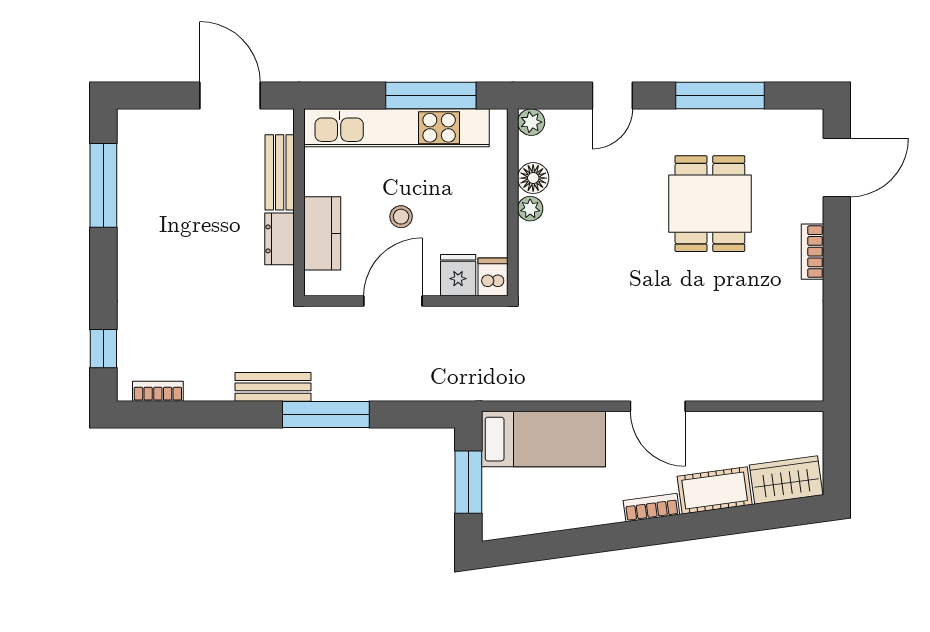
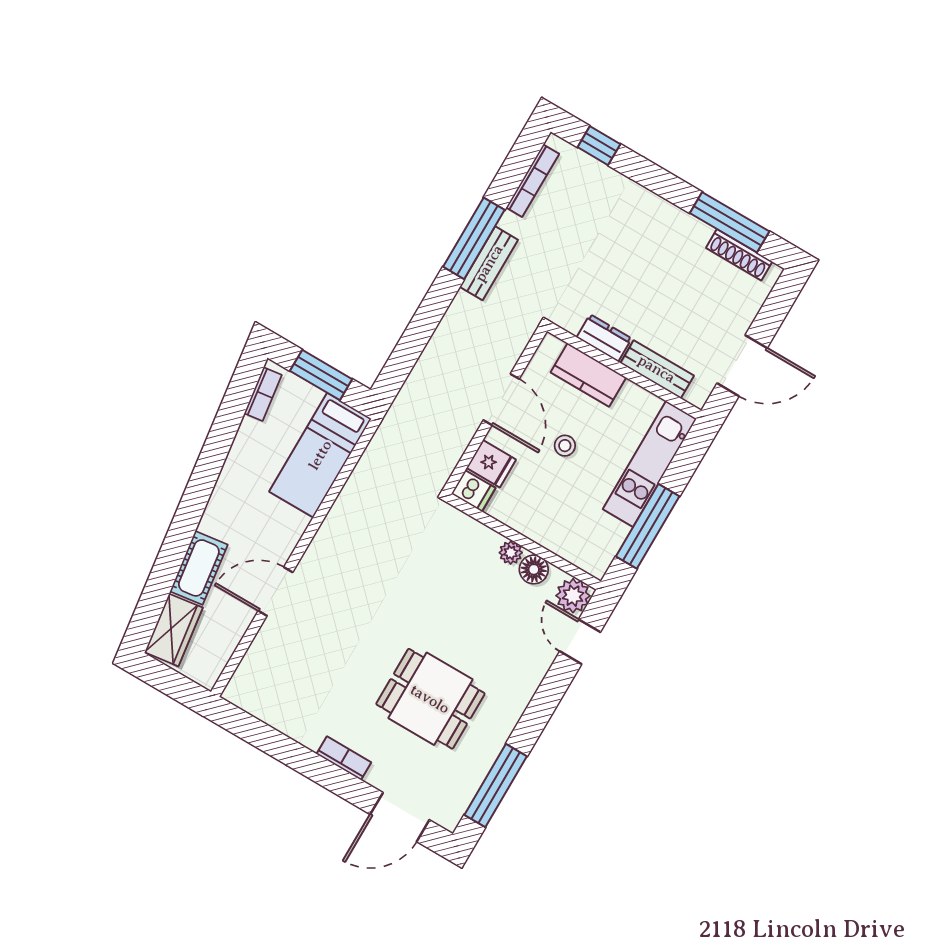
door: (612, 95) -> (580, 642), moved
window: (720, 95) -> (496, 786), moved
plant: (531, 122) -> (573, 596), width x1.38, depth x1.38
kitchen unit: (397, 128) -> (650, 464), width x0.73
shoe rack: (128, 159) -> (739, 255), added
door: (837, 167) -> (400, 817), hinge flipped
bookcase: (158, 391) -> (533, 181), width x1.56
door: (658, 406) -> (275, 592), moved
window: (326, 414) -> (474, 238), moved
bookcase: (651, 508) -> (263, 394), moved

